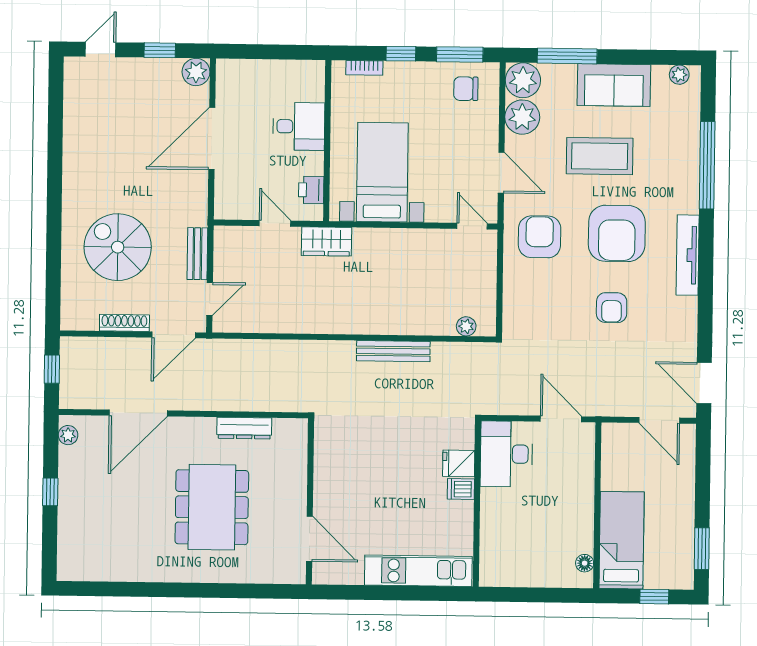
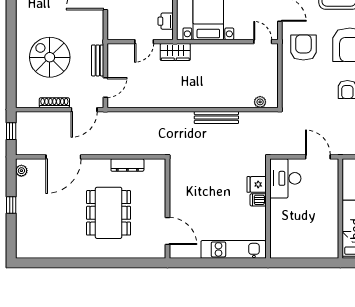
door: (275, 223) -> (144, 42), swing flipped
floor lamp: (585, 563) -> (333, 243), removed

